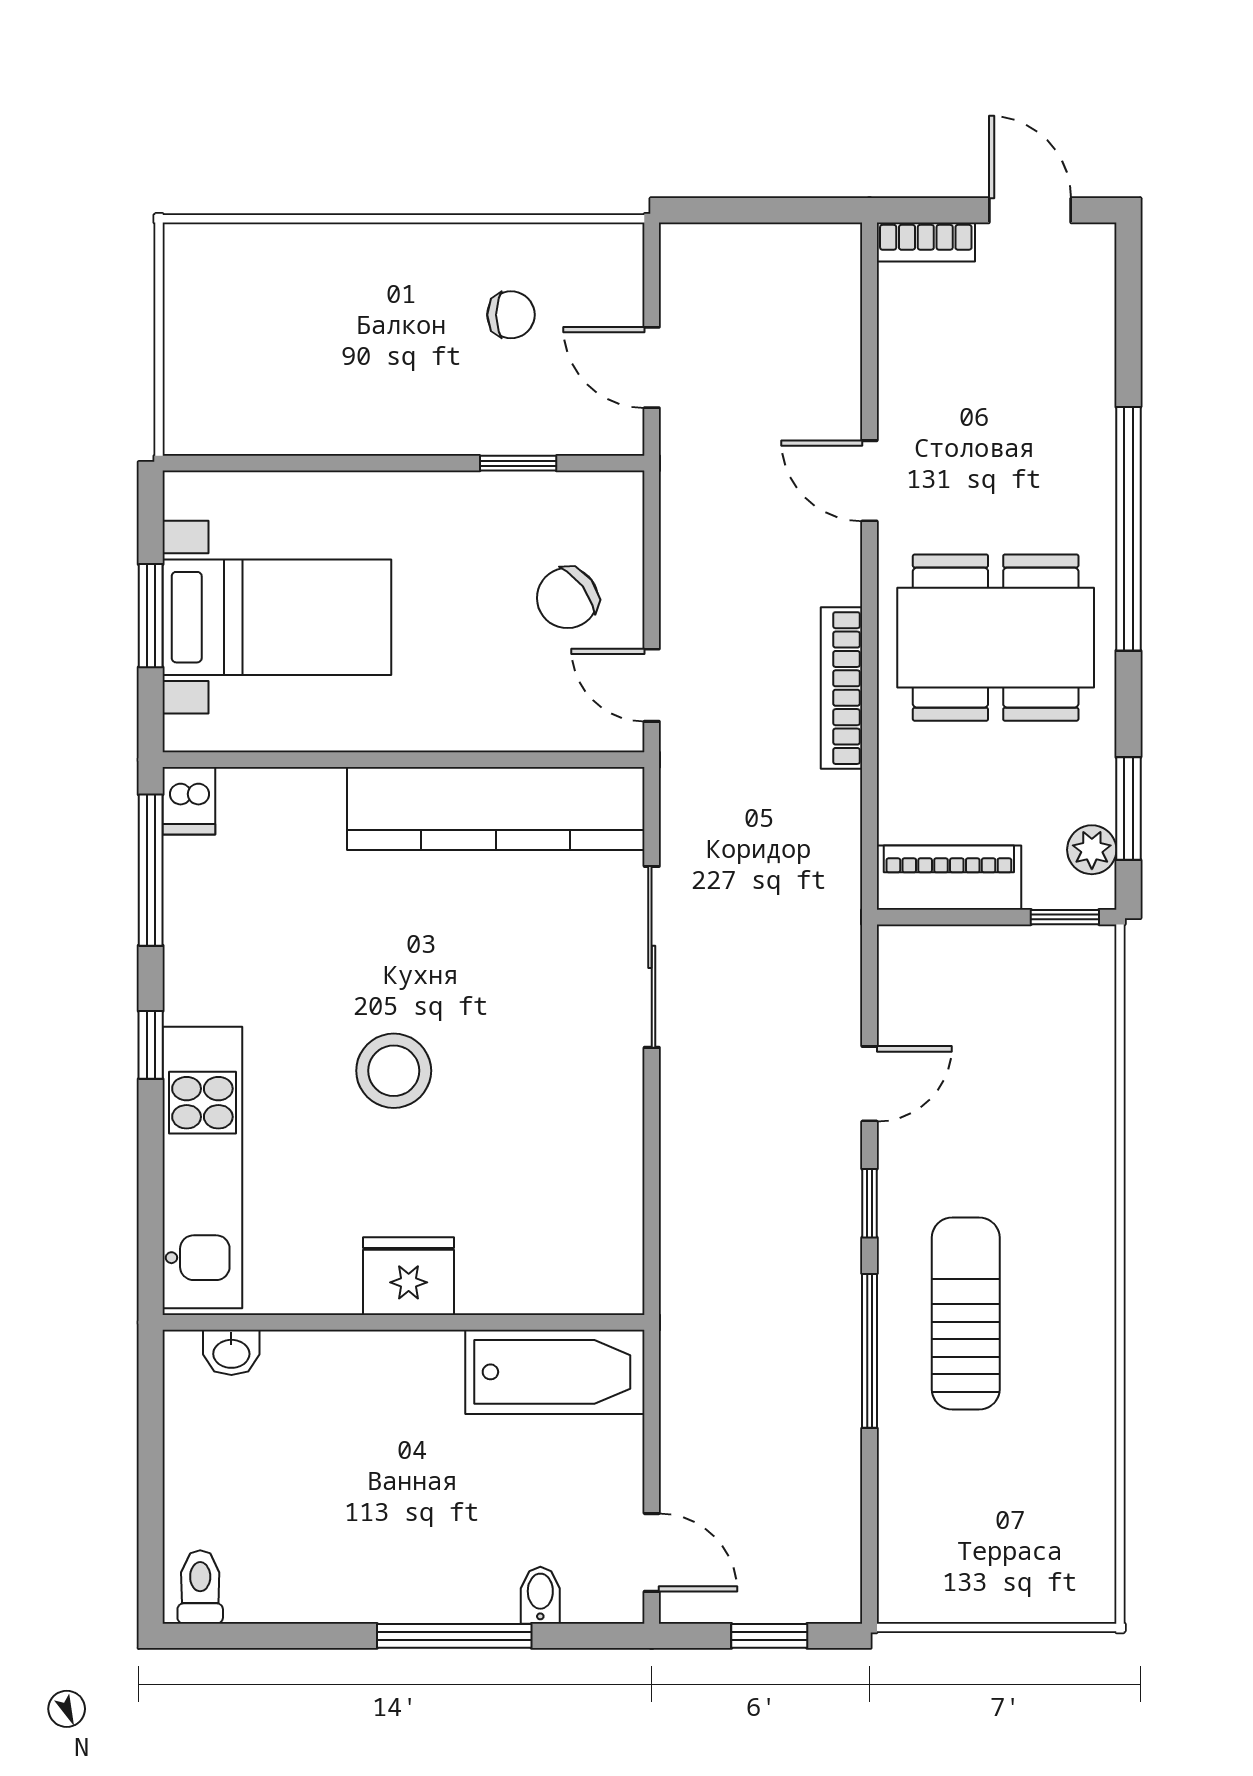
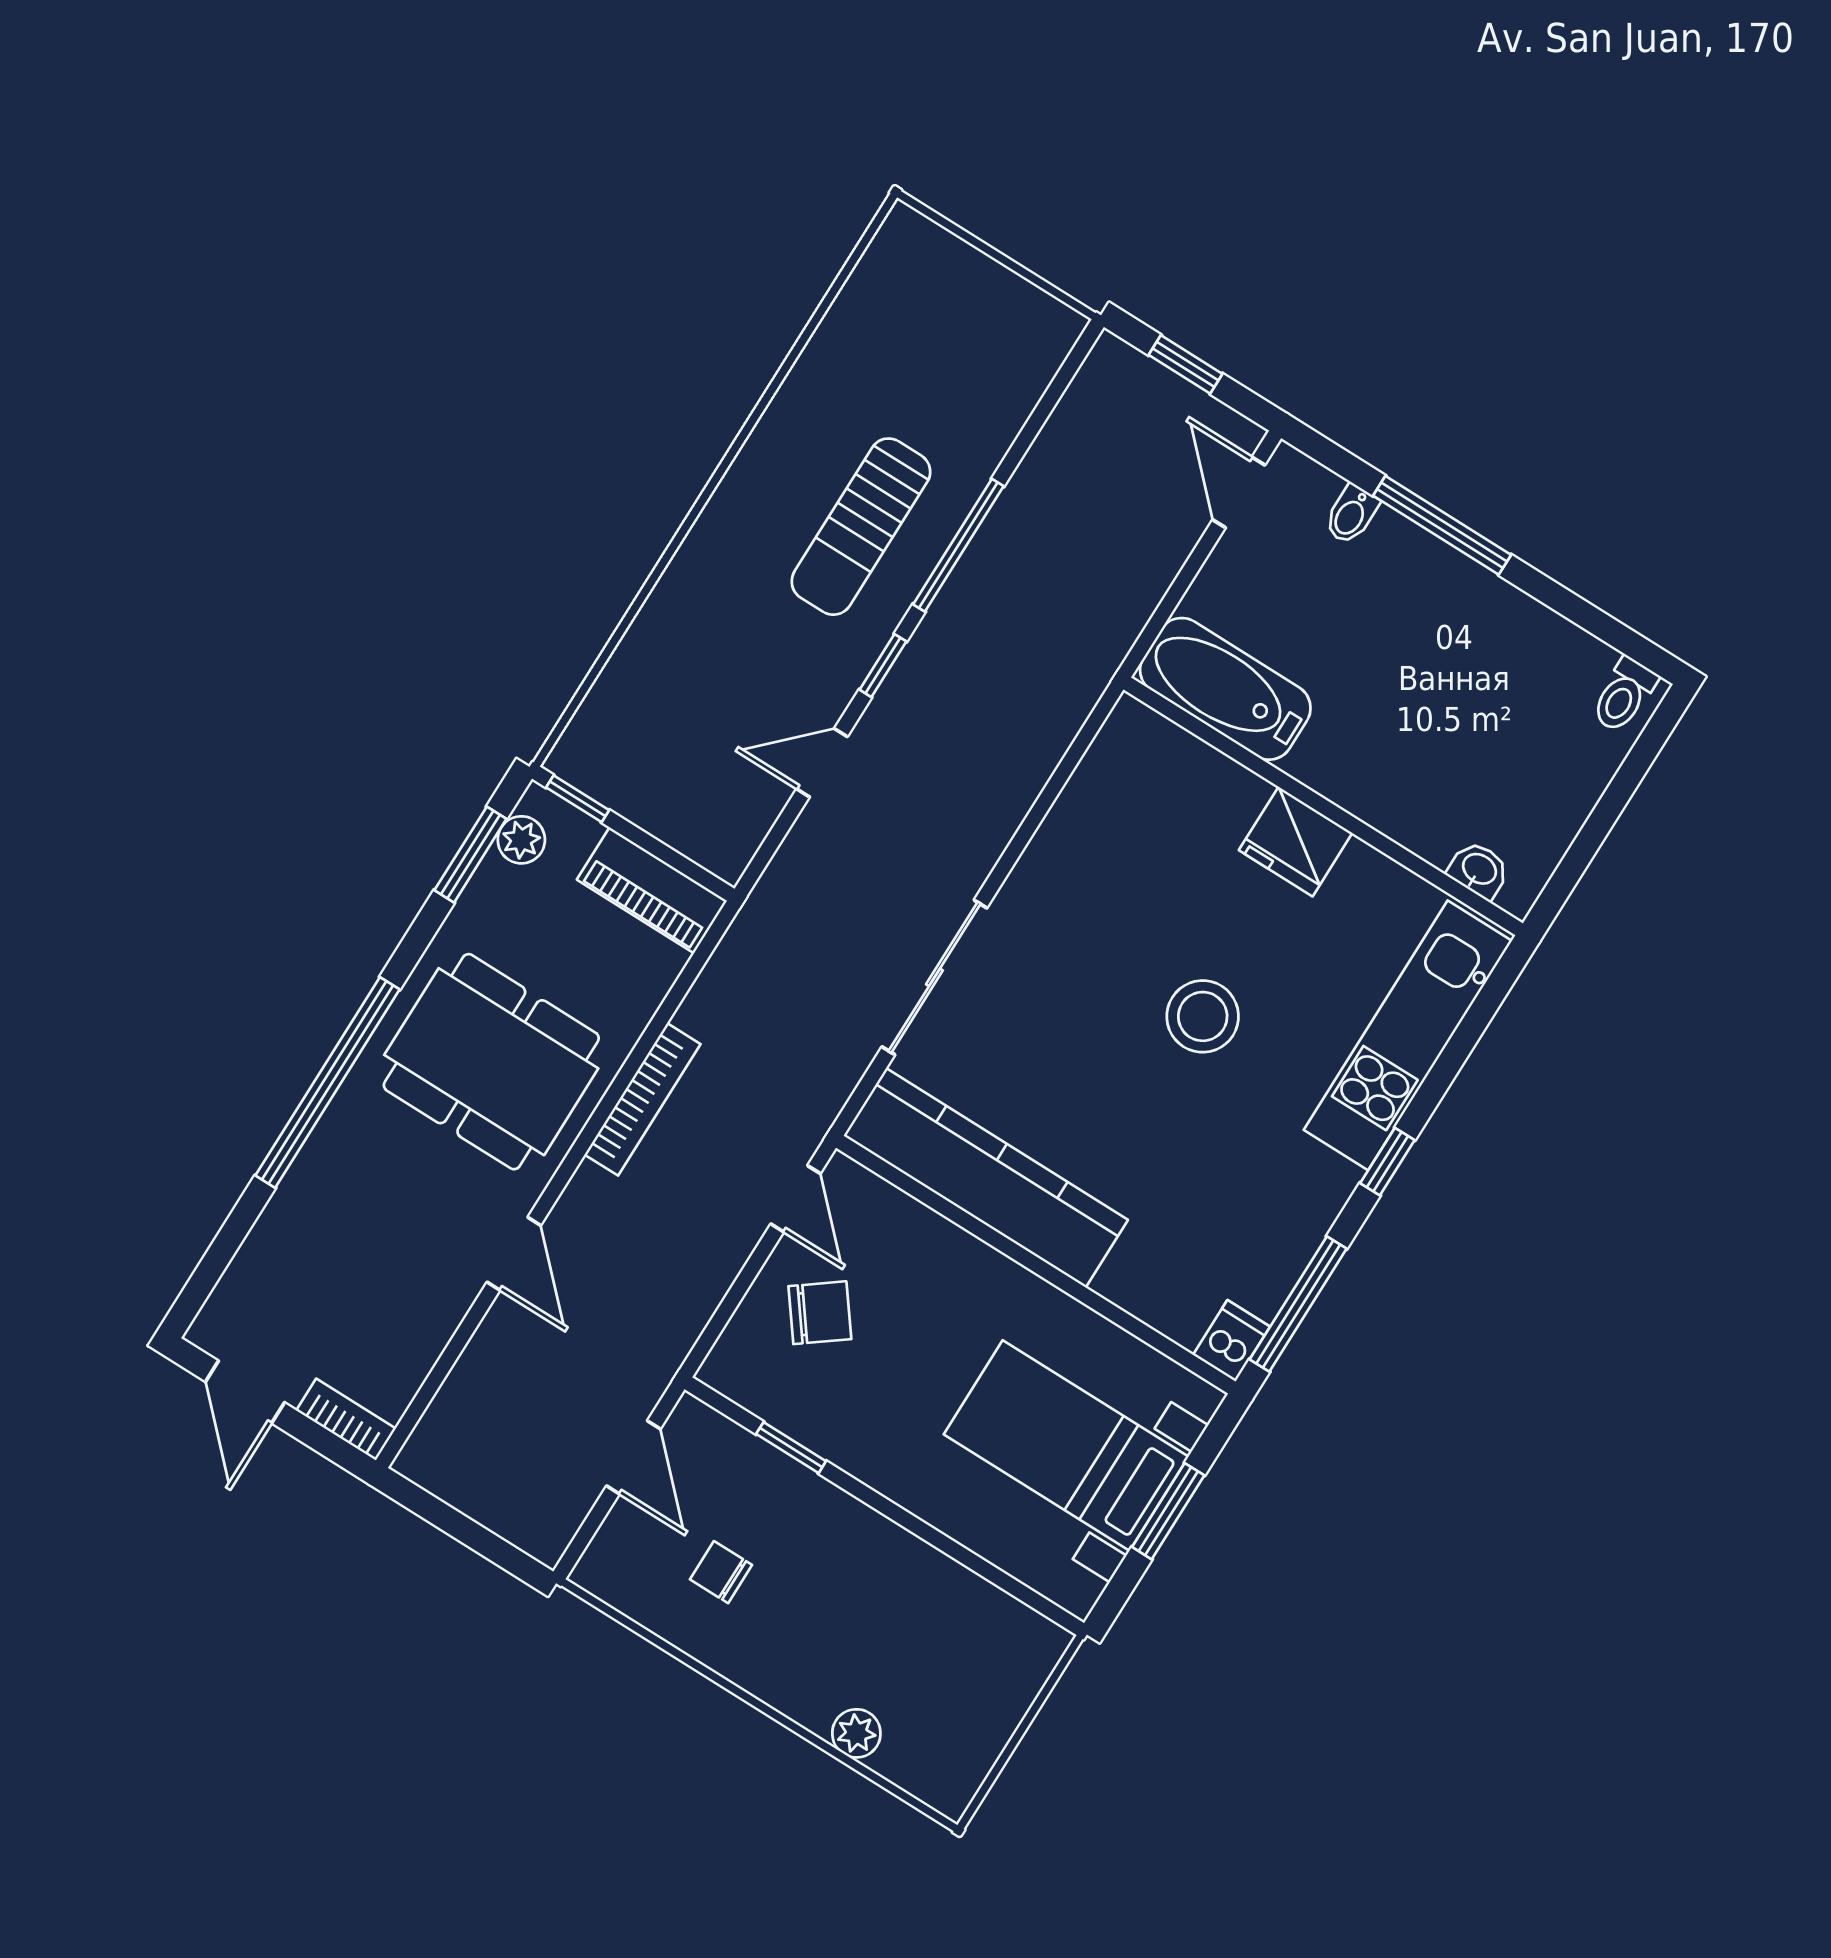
plant: (303, 248) -> (856, 1733), added

